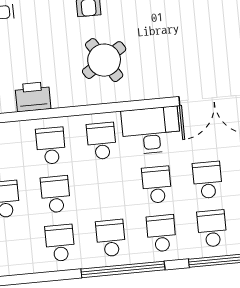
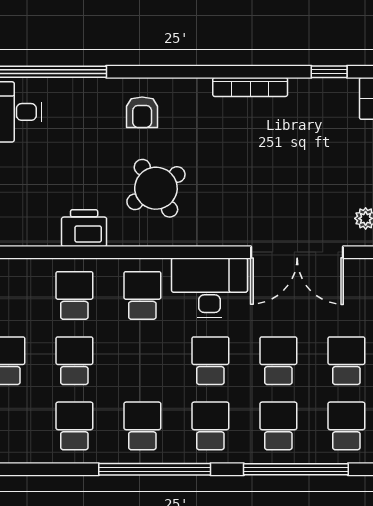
printer: (33, 97) -> (84, 228), moved

